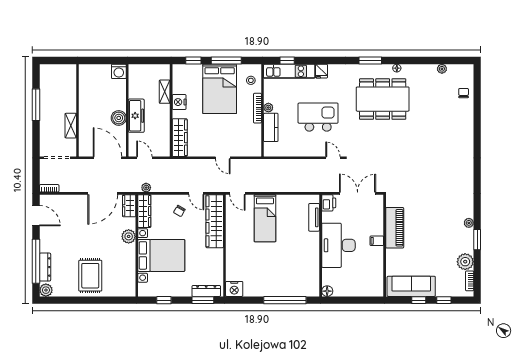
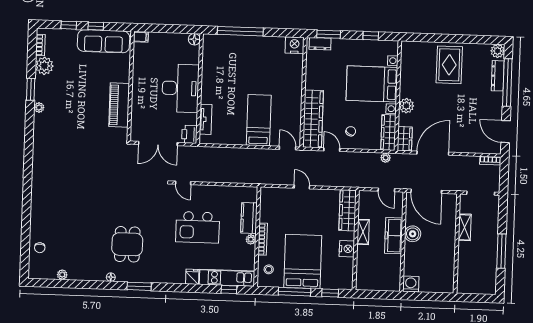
shelving: (165, 92) -> (363, 232), moved
dining table: (383, 99) -> (127, 244), width x0.53, depth x0.80
filing cabinet: (377, 241) -> (141, 37), moved
dresser: (206, 291) -> (320, 44), width x0.70

